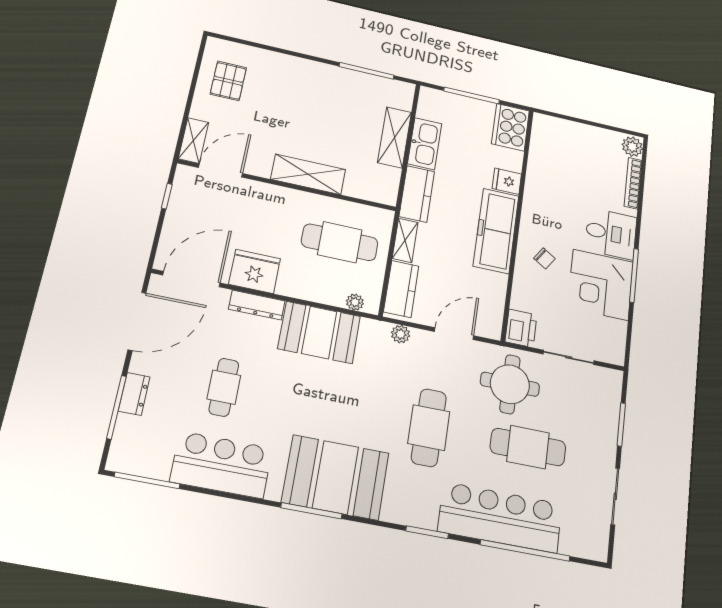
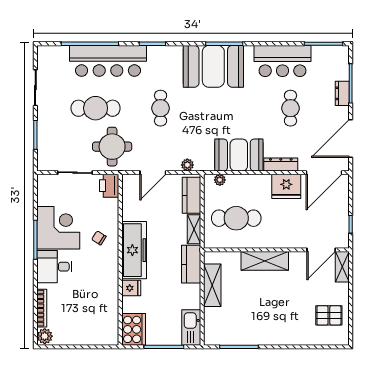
pallet: (228, 81) -> (329, 315), turned 90
shelving: (395, 137) -> (212, 285), moved
kitchen sink: (425, 144) -> (191, 328), moved
cafe table: (429, 428) -> (161, 108), width x0.73, depth x0.74

